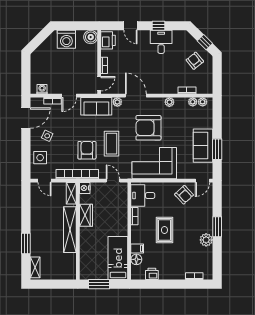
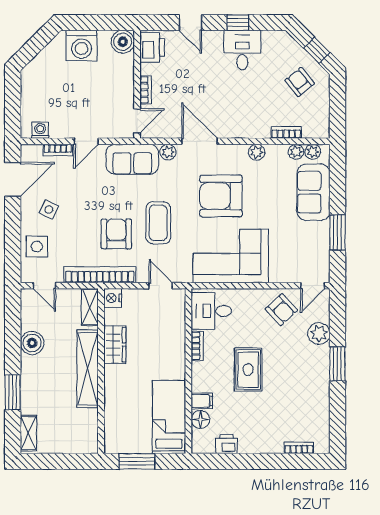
sofa: (203, 146) -> (313, 192), moved
boiler: (37, 214) -> (32, 343), added
plant: (206, 240) -> (319, 334), moved

